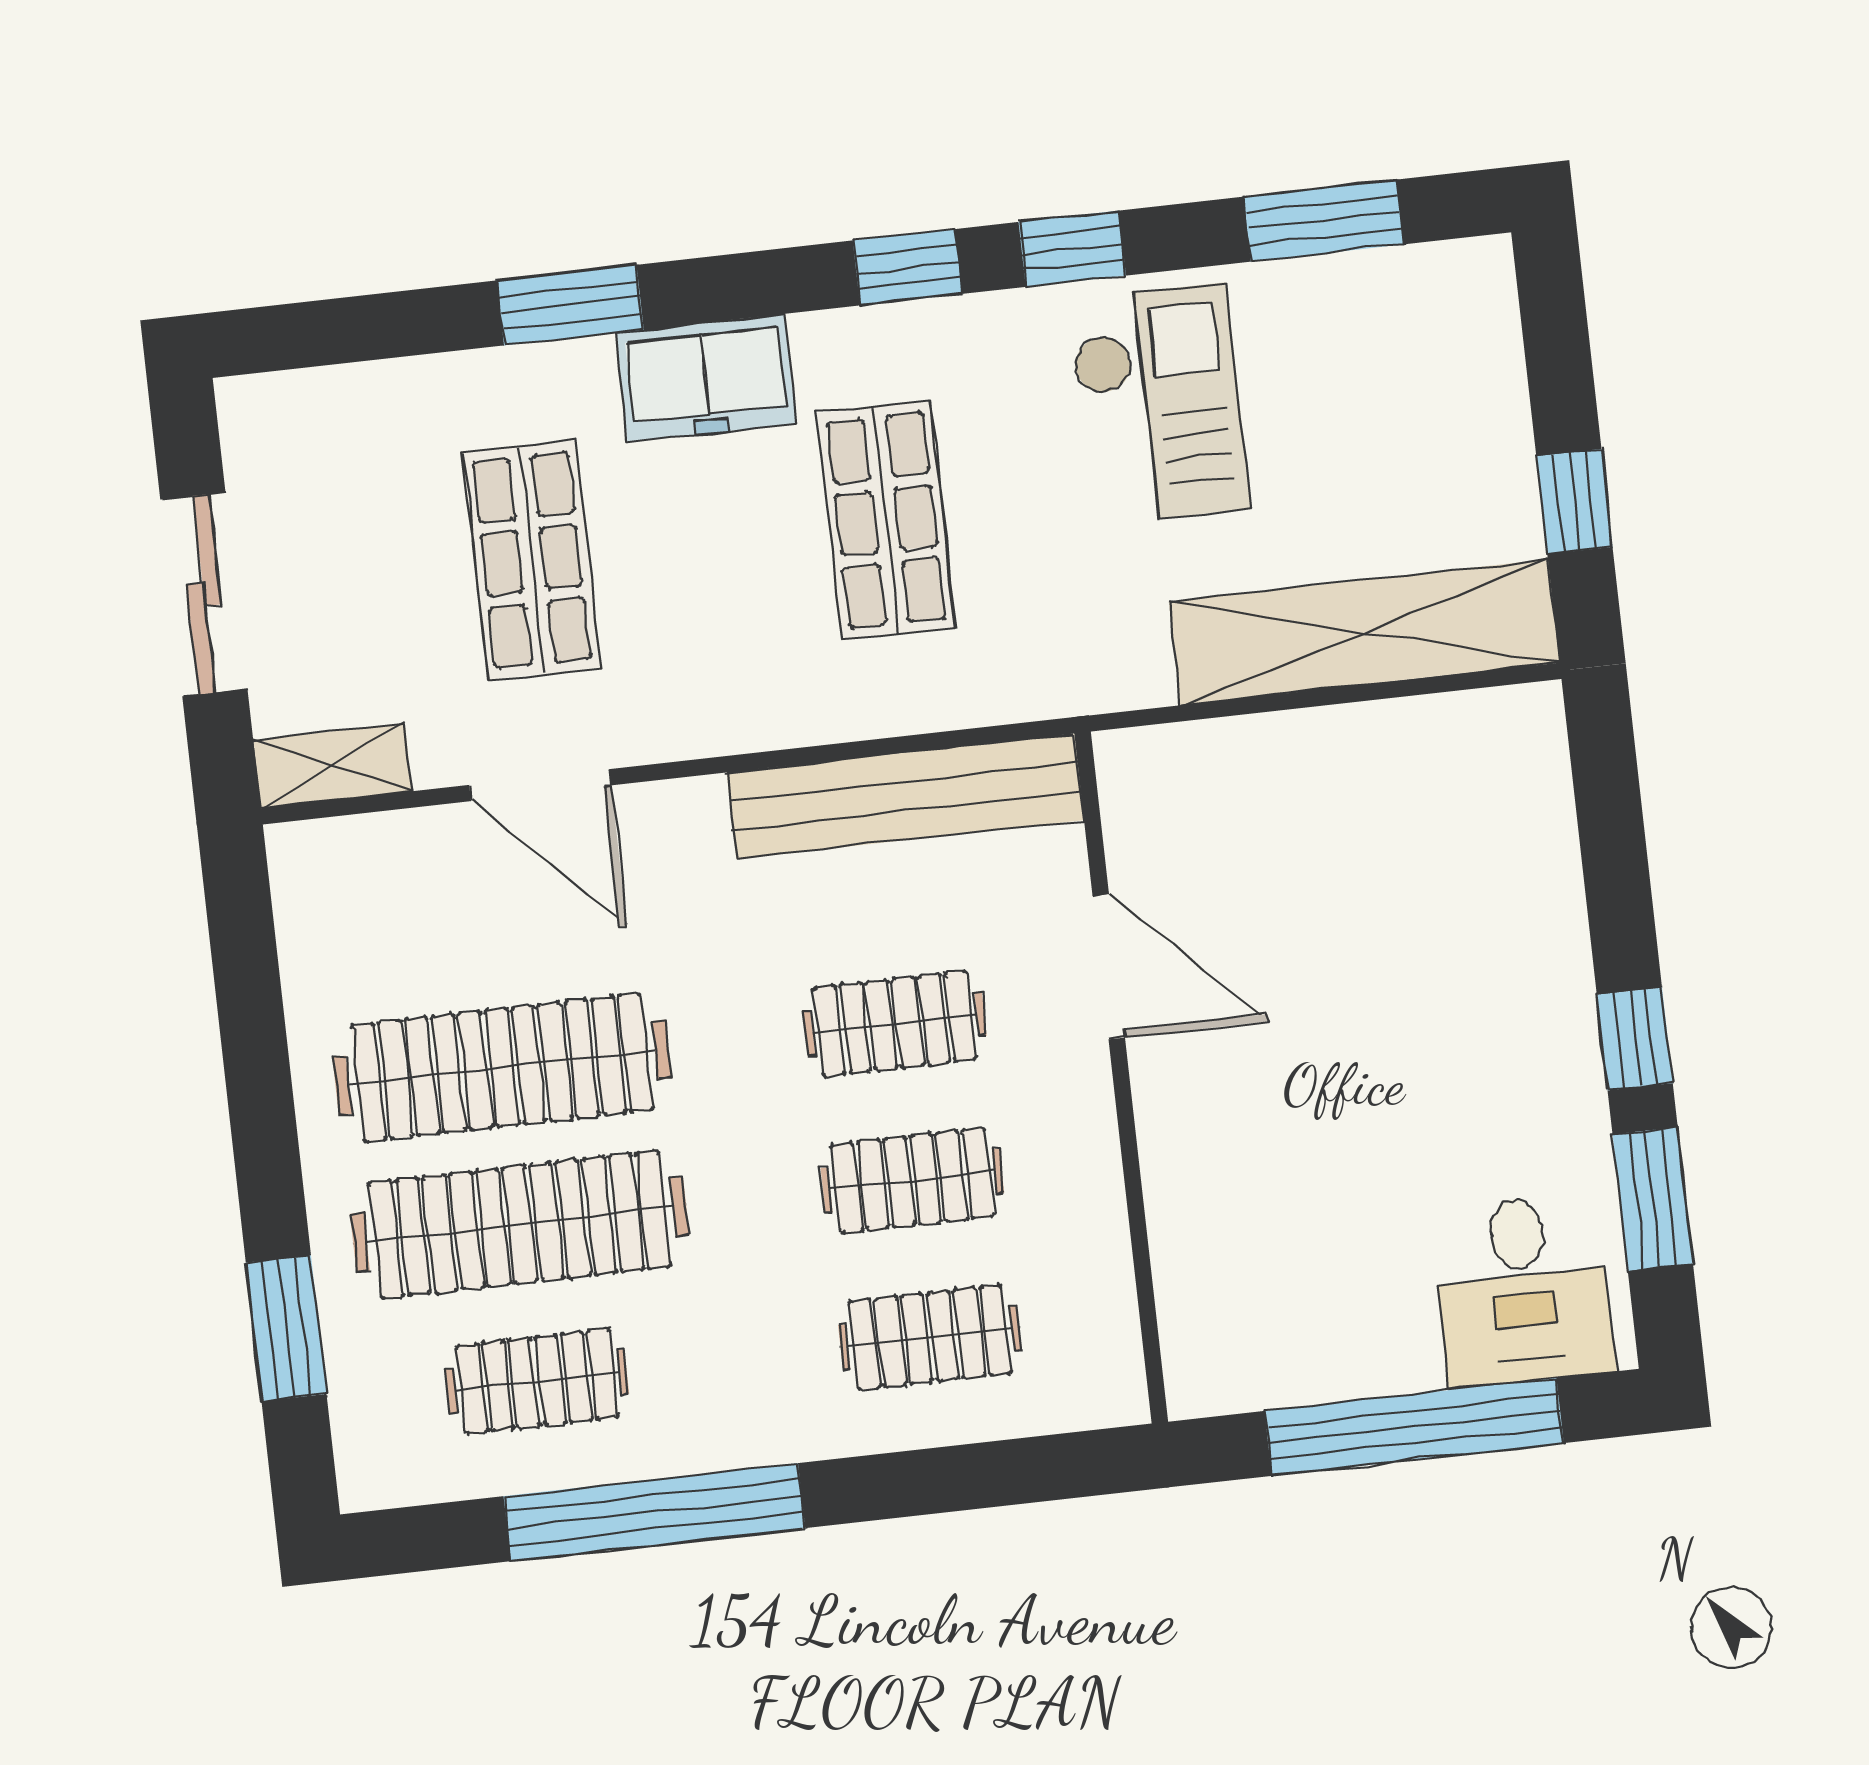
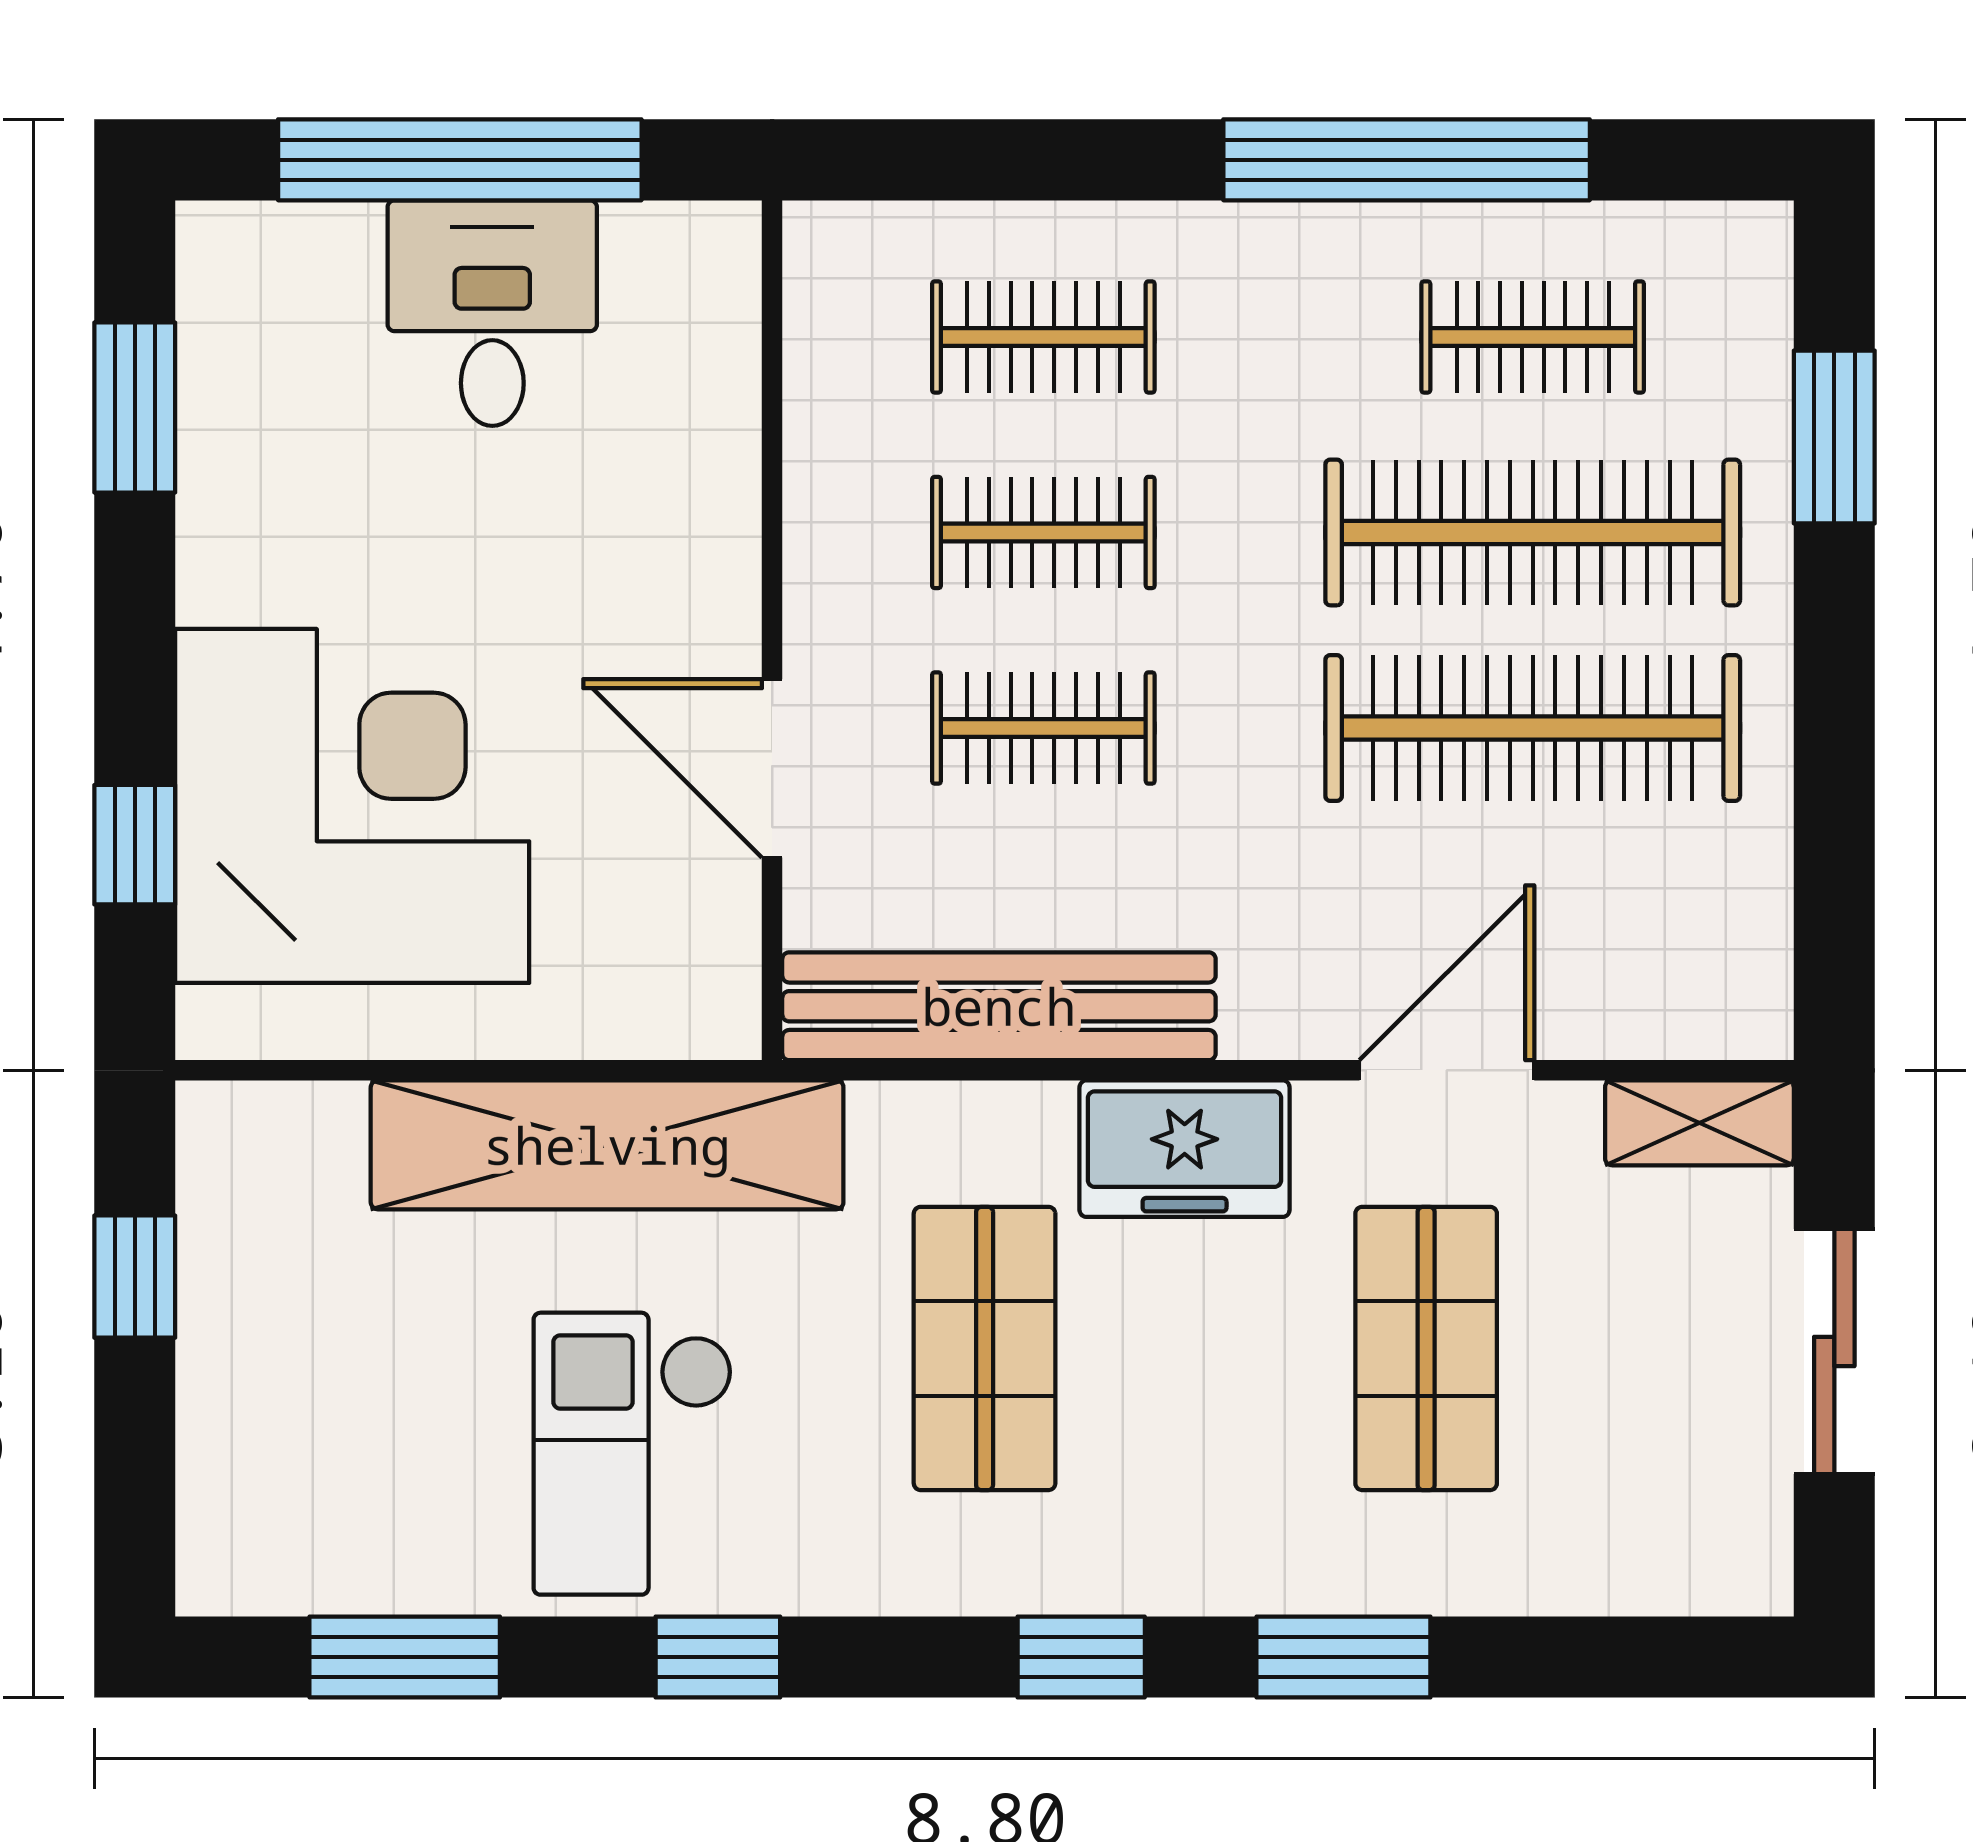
window: (907, 267) -> (1081, 1657), moved
freezer: (706, 378) -> (1185, 1149), moved, turned 180
shelving: (1364, 632) -> (607, 1145), moved
door: (540, 785) -> (1447, 1070), hinge flipped
corner desk: (1442, 899) -> (352, 806), added
window: (1635, 1039) -> (135, 845), moved
desk: (1523, 1290) -> (492, 313), moved

